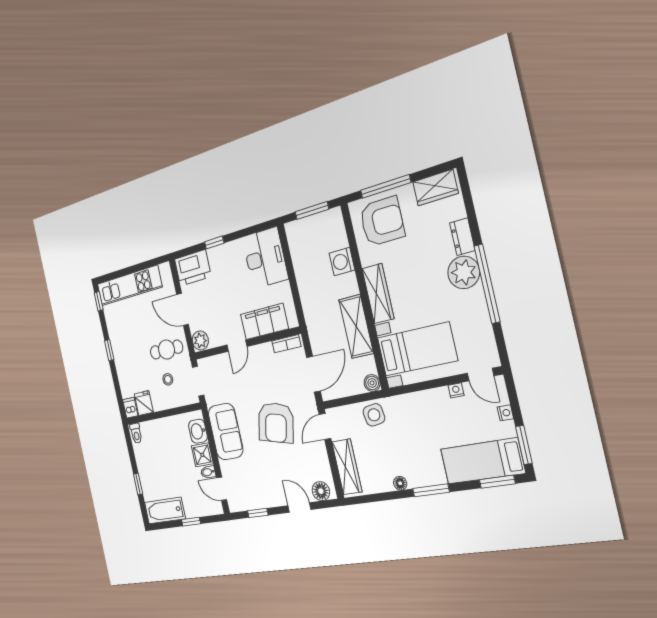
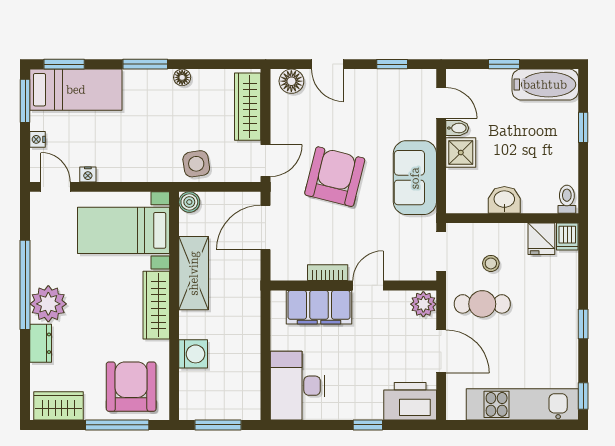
armchair: (382, 221) -> (131, 387), turned 90
bookcase: (286, 344) -> (328, 273), moved
washbasin: (198, 431) -> (504, 200), moved, turned -90

